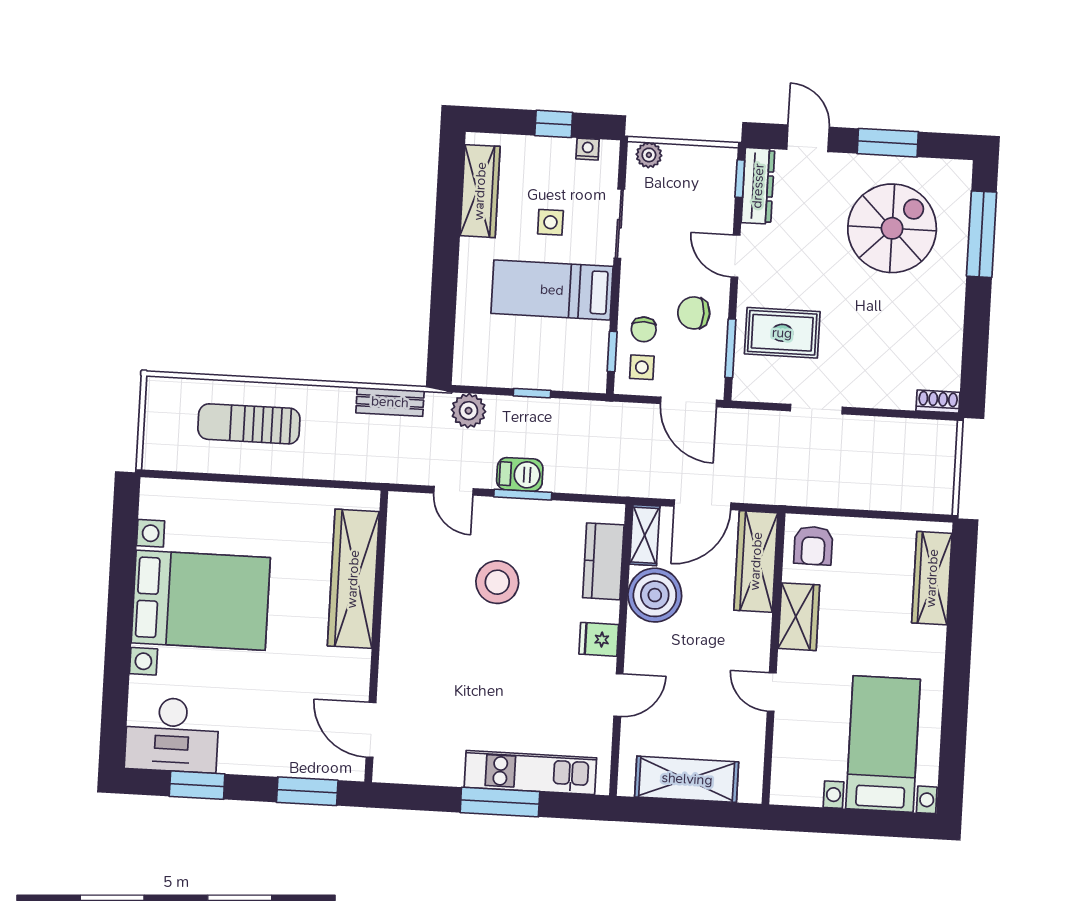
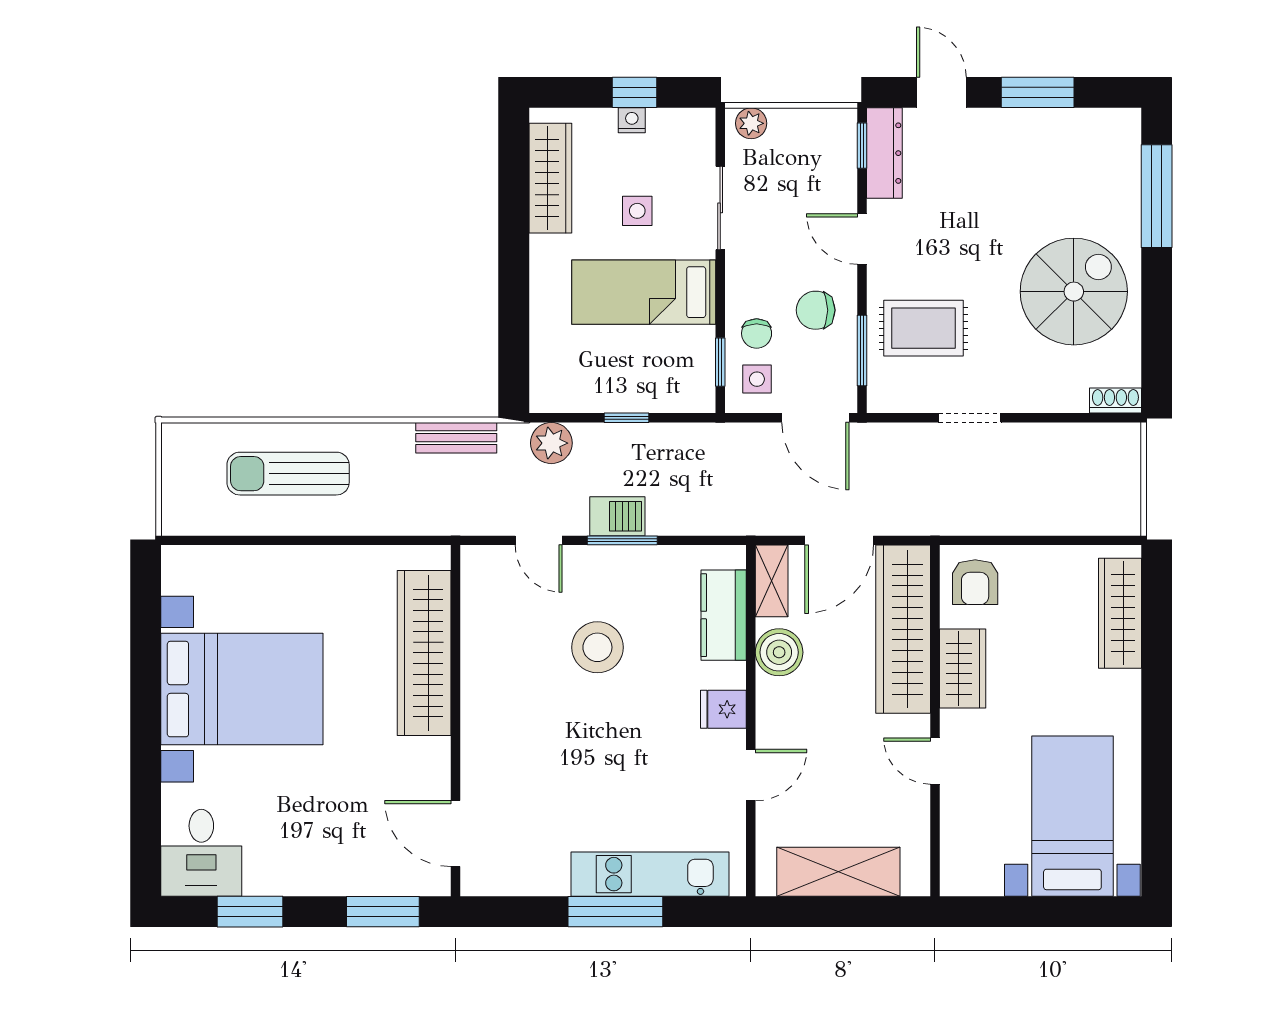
nightstand: (588, 149) -> (632, 120), moved
spiral stairs: (892, 228) -> (1074, 292), moved
wardrobe: (756, 561) -> (903, 629), width x1.40, depth x1.17
boiler: (655, 595) -> (779, 652), width x0.73, depth x0.73
desk: (172, 735) -> (201, 853), width x0.73

